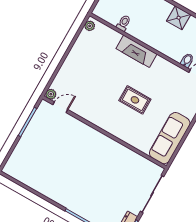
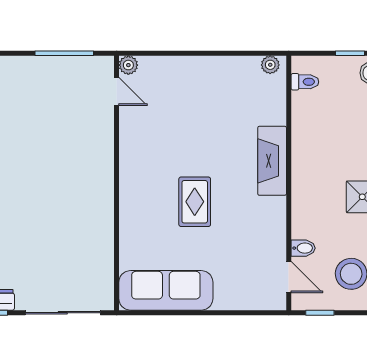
toilet: (124, 23) -> (305, 82), moved

